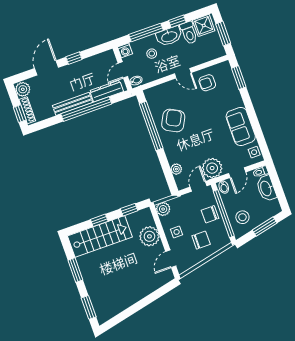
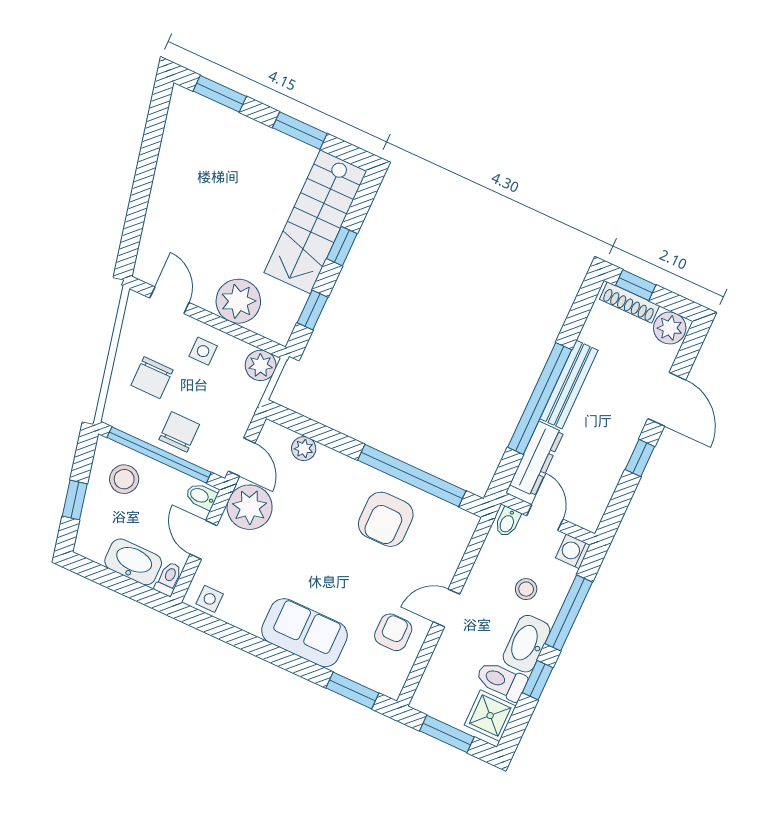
armchair: (173, 121) -> (386, 519), turned 62
sofa: (241, 126) -> (304, 633), moved
window: (265, 227) -> (75, 500), width x0.67

